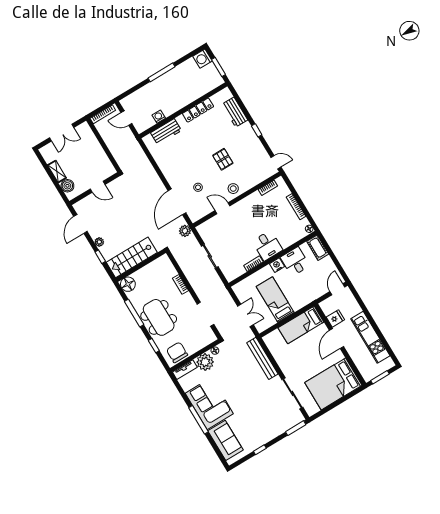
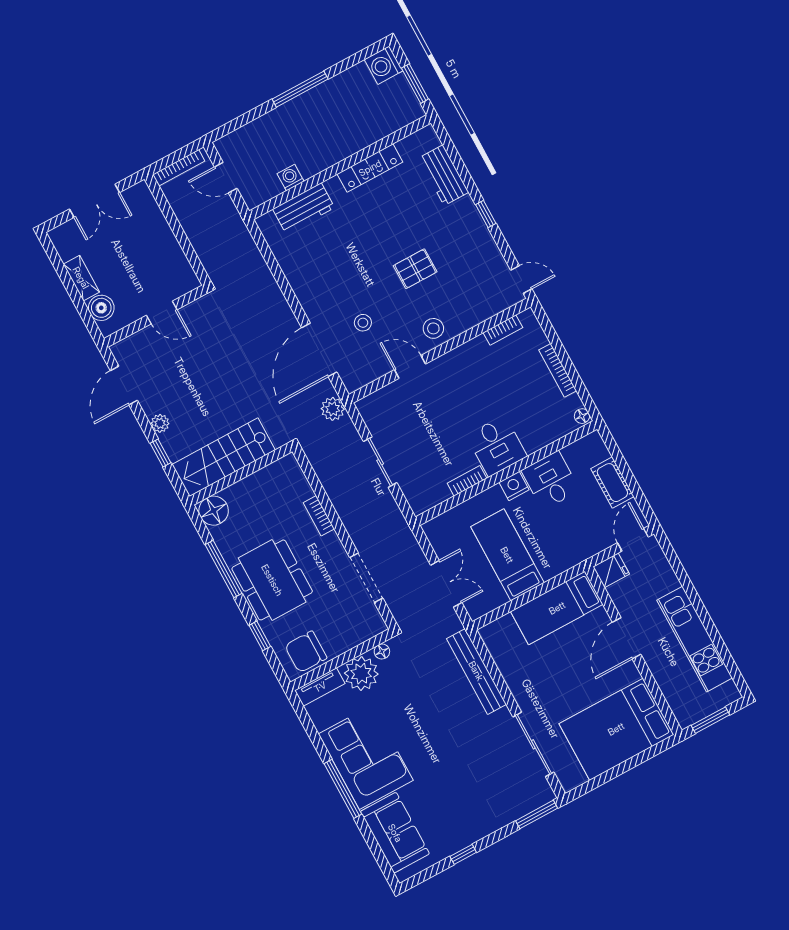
pallet: (223, 159) -> (415, 269), turned 90
cot: (318, 248) -> (612, 483), moved
fridge: (335, 318) -> (611, 570), moved
chair: (177, 352) -> (306, 652), turned -90

